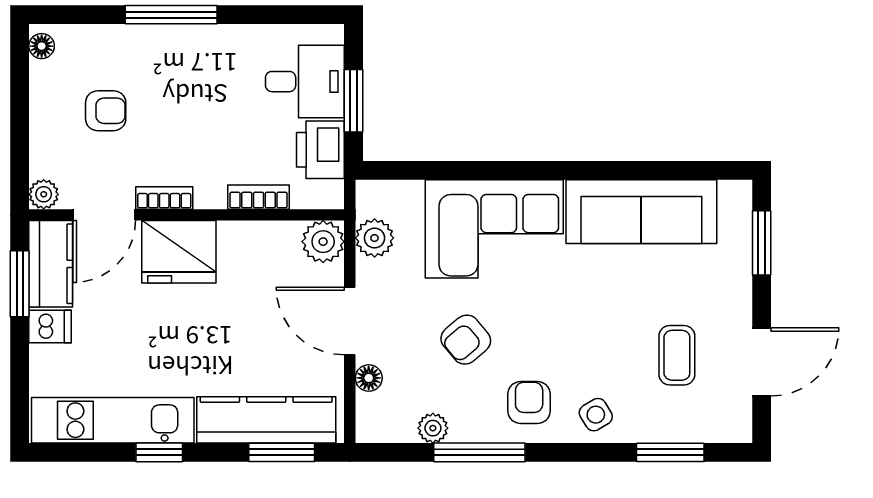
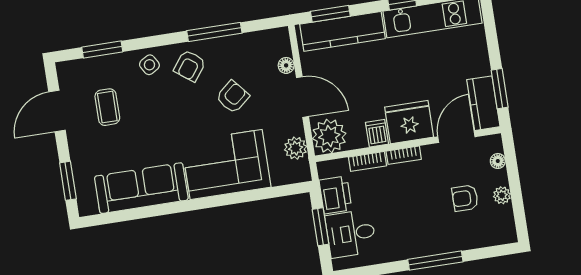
floor lamp: (42, 46) -> (498, 161), moved
plant: (44, 194) -> (502, 195), moved
bookcase: (164, 198) -> (404, 155), moved
plant: (323, 242) -> (329, 136), width x1.36, depth x1.36
dishwasher: (50, 327) -> (377, 133), moved, turned 90
armchair: (529, 402) -> (190, 66), turned 37
plant: (433, 428) -> (244, 42), removed

